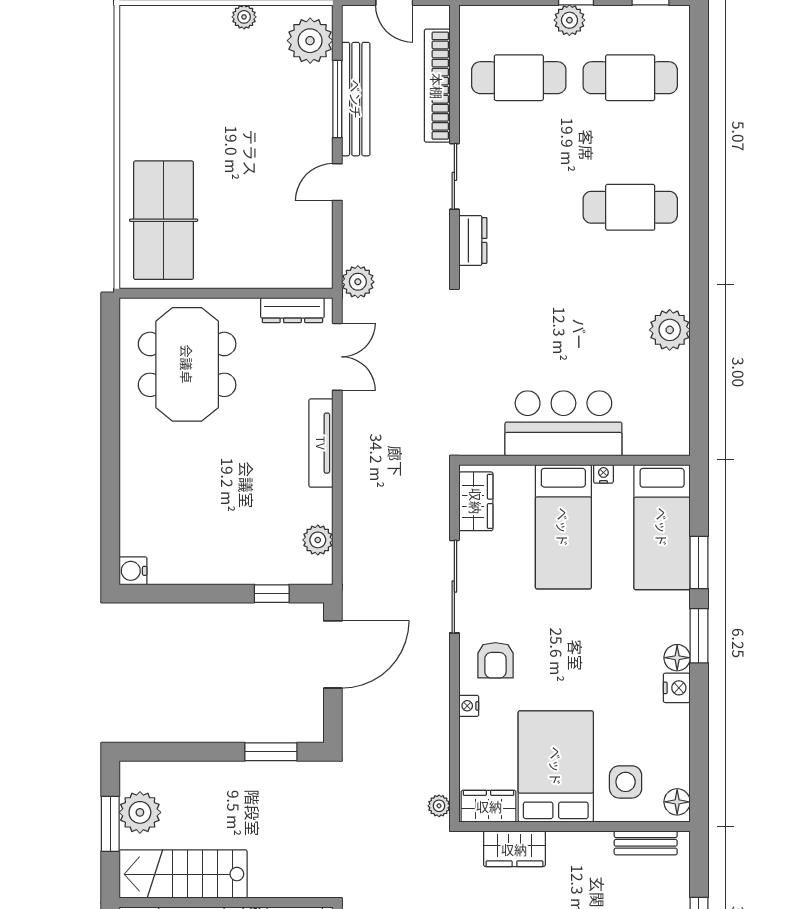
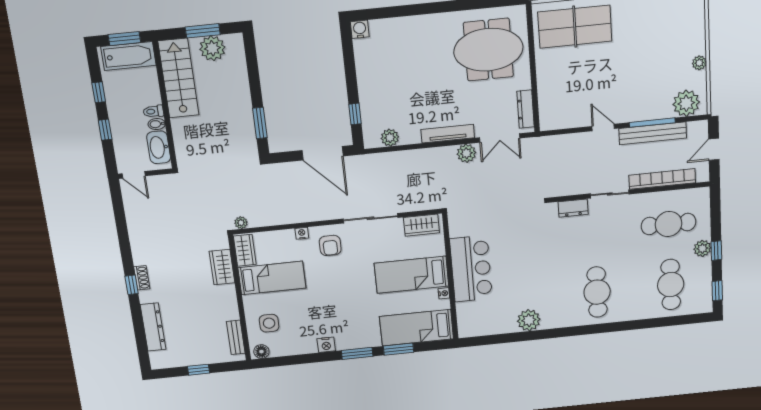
cafe table: (519, 78) -> (669, 224), turned 90
plant: (358, 282) -> (466, 153), moved
floor lamp: (677, 658) -> (343, 343), removed
armchair: (495, 660) -> (330, 245), turned -90
bed: (556, 766) -> (272, 278), width x0.67

